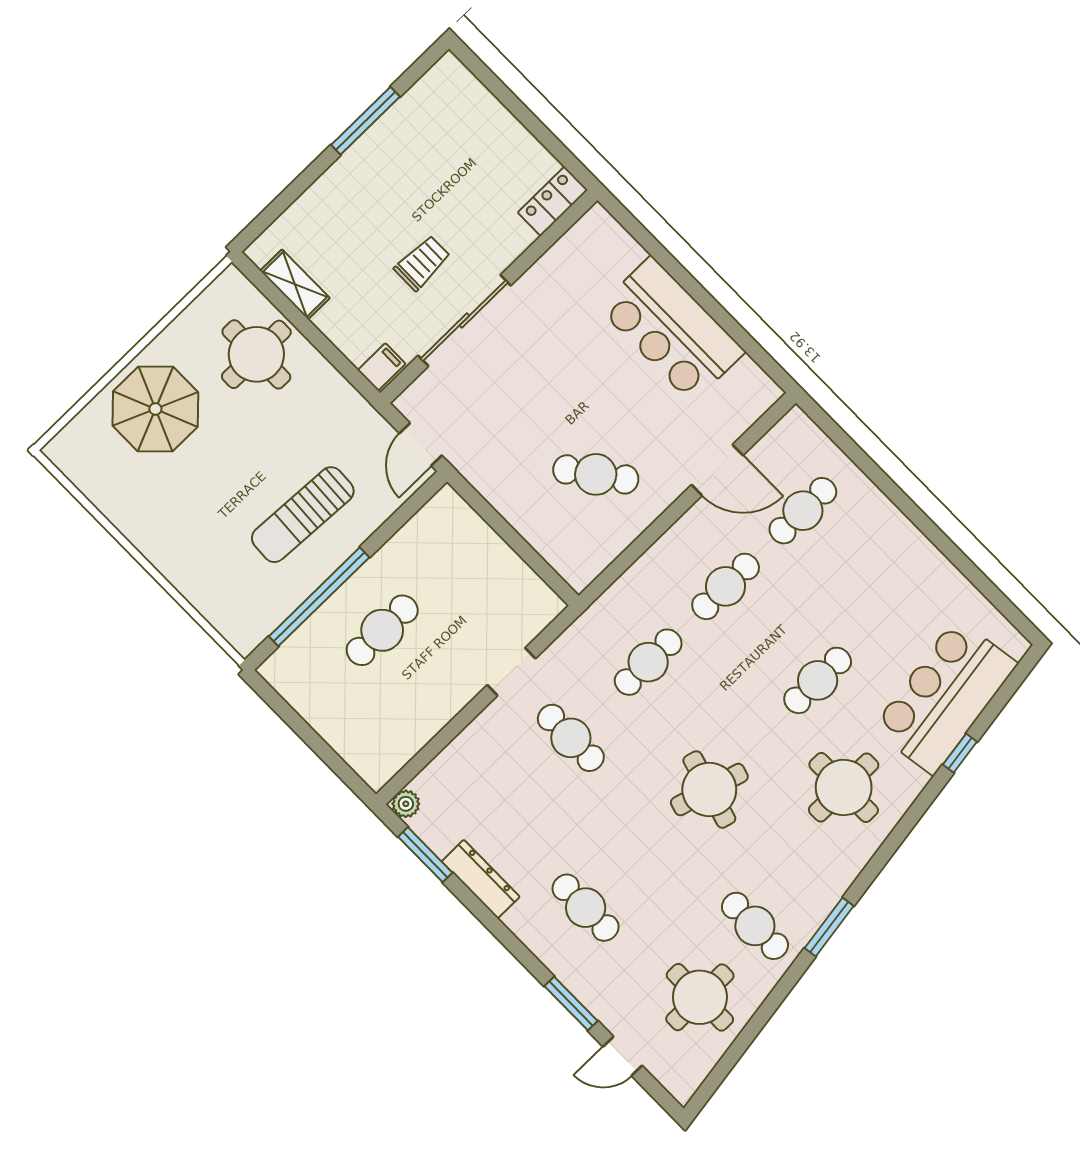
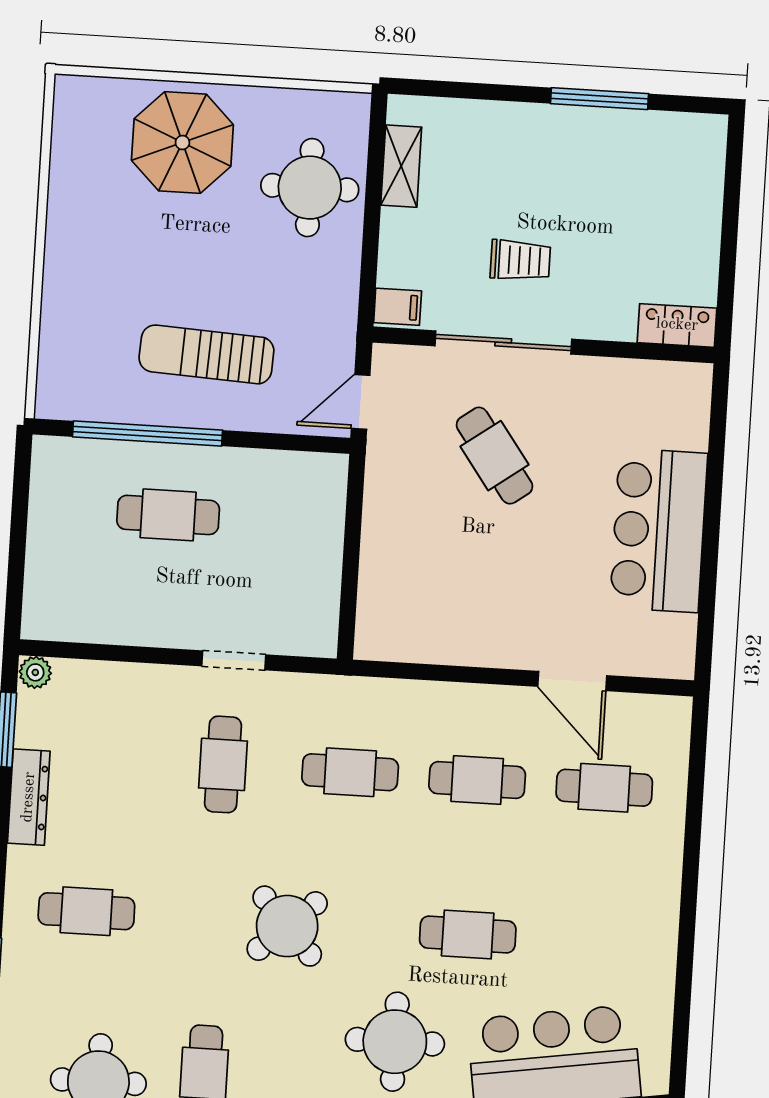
cafe table: (596, 474) -> (495, 456), moved
round table: (709, 790) -> (287, 926), turned 32
cafe table: (586, 908) -> (86, 911), turned 90

